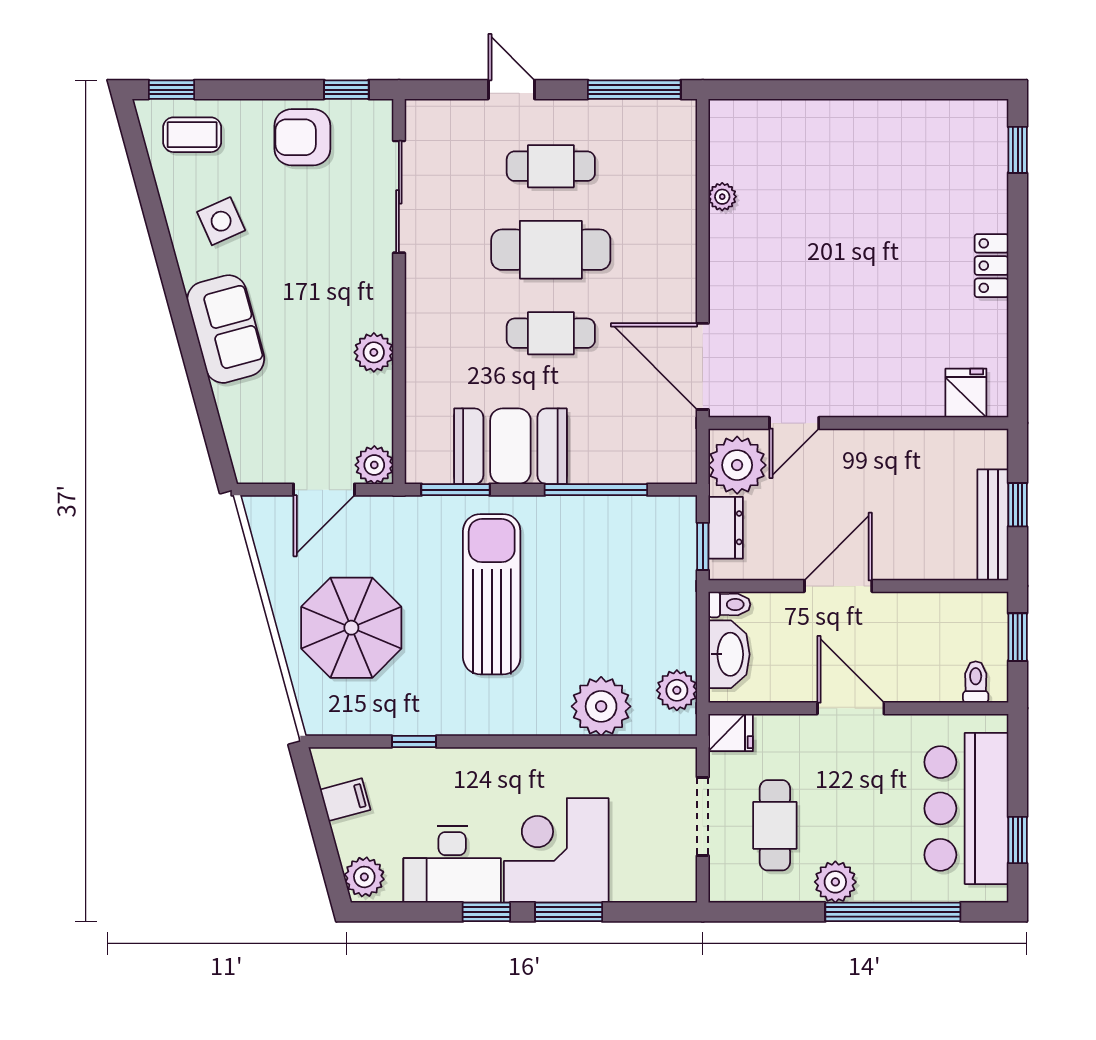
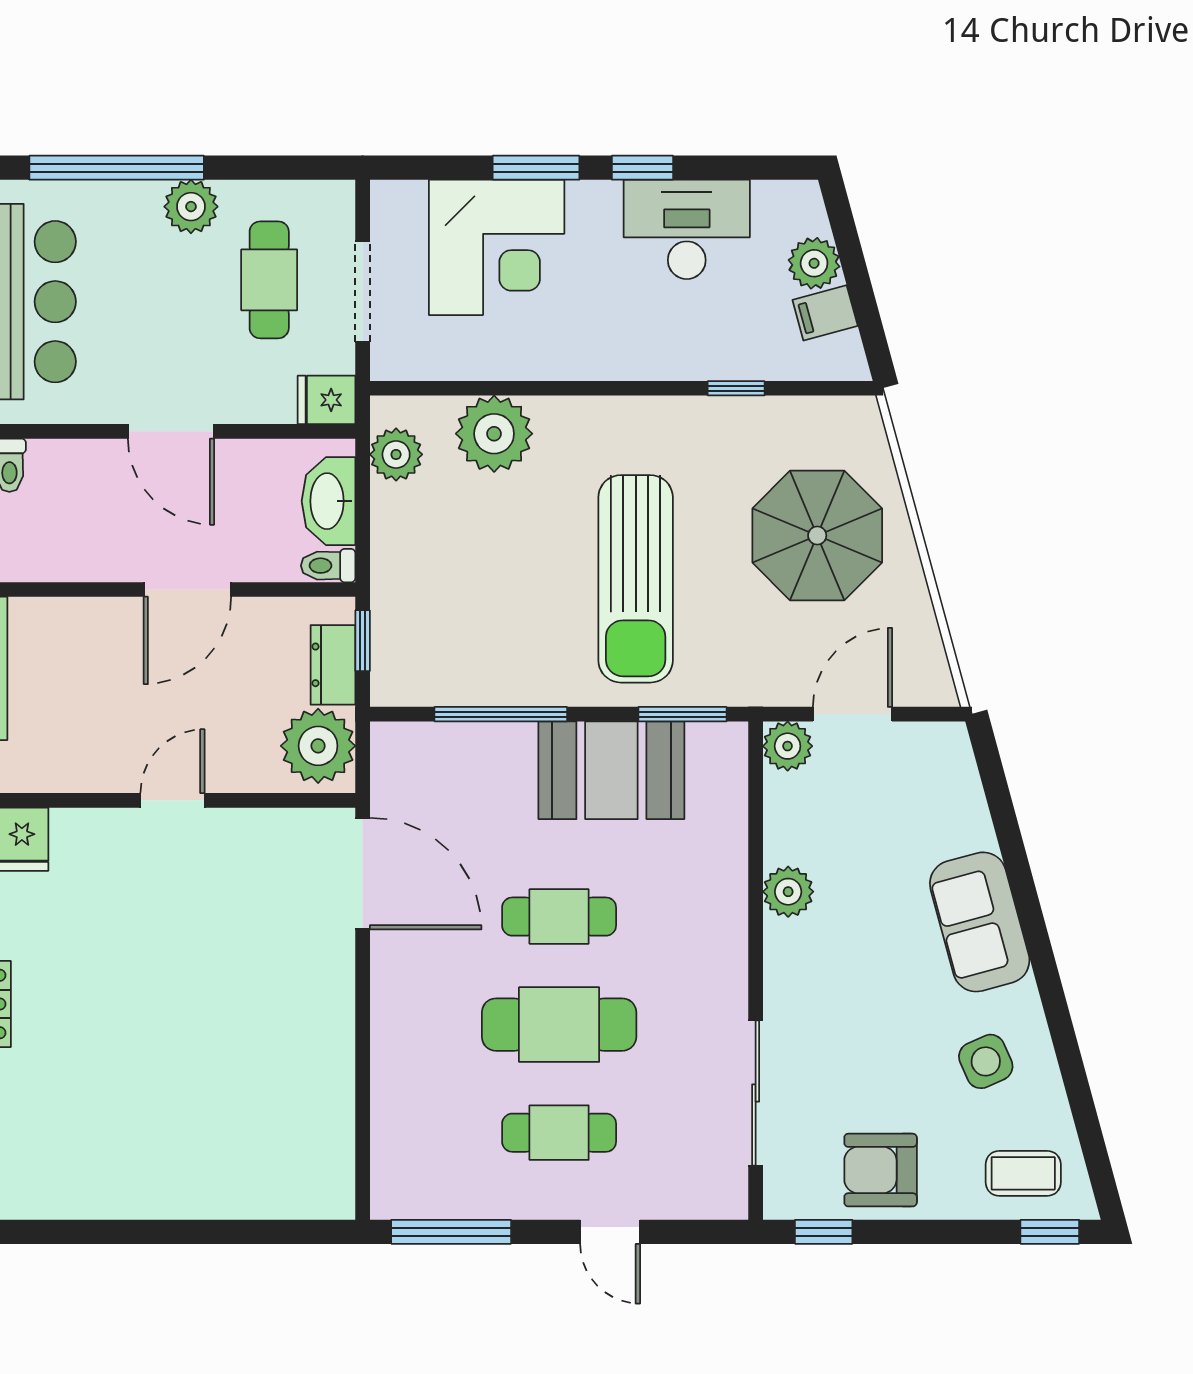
armchair: (302, 137) -> (881, 1170), turned 180
plant: (722, 197) -> (337, 1093), removed
door: (794, 423) -> (172, 800), moved
corner desk: (556, 850) -> (497, 247), moved
plant: (364, 877) -> (814, 263), moved

